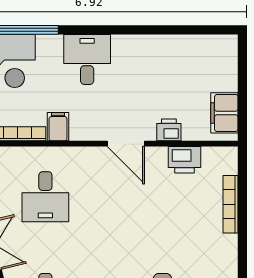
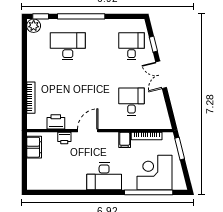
desk: (87, 59) -> (104, 176), width x1.37
door: (126, 144) -> (88, 131), hinge flipped

